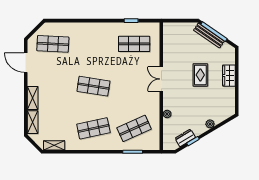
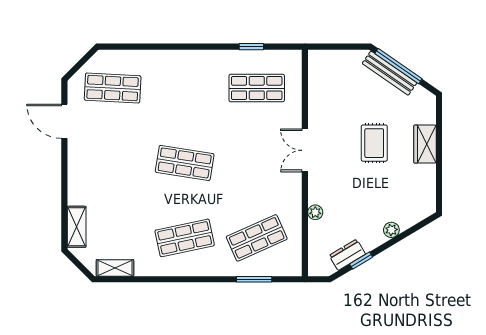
shelving: (33, 98) -> (77, 184), removed

